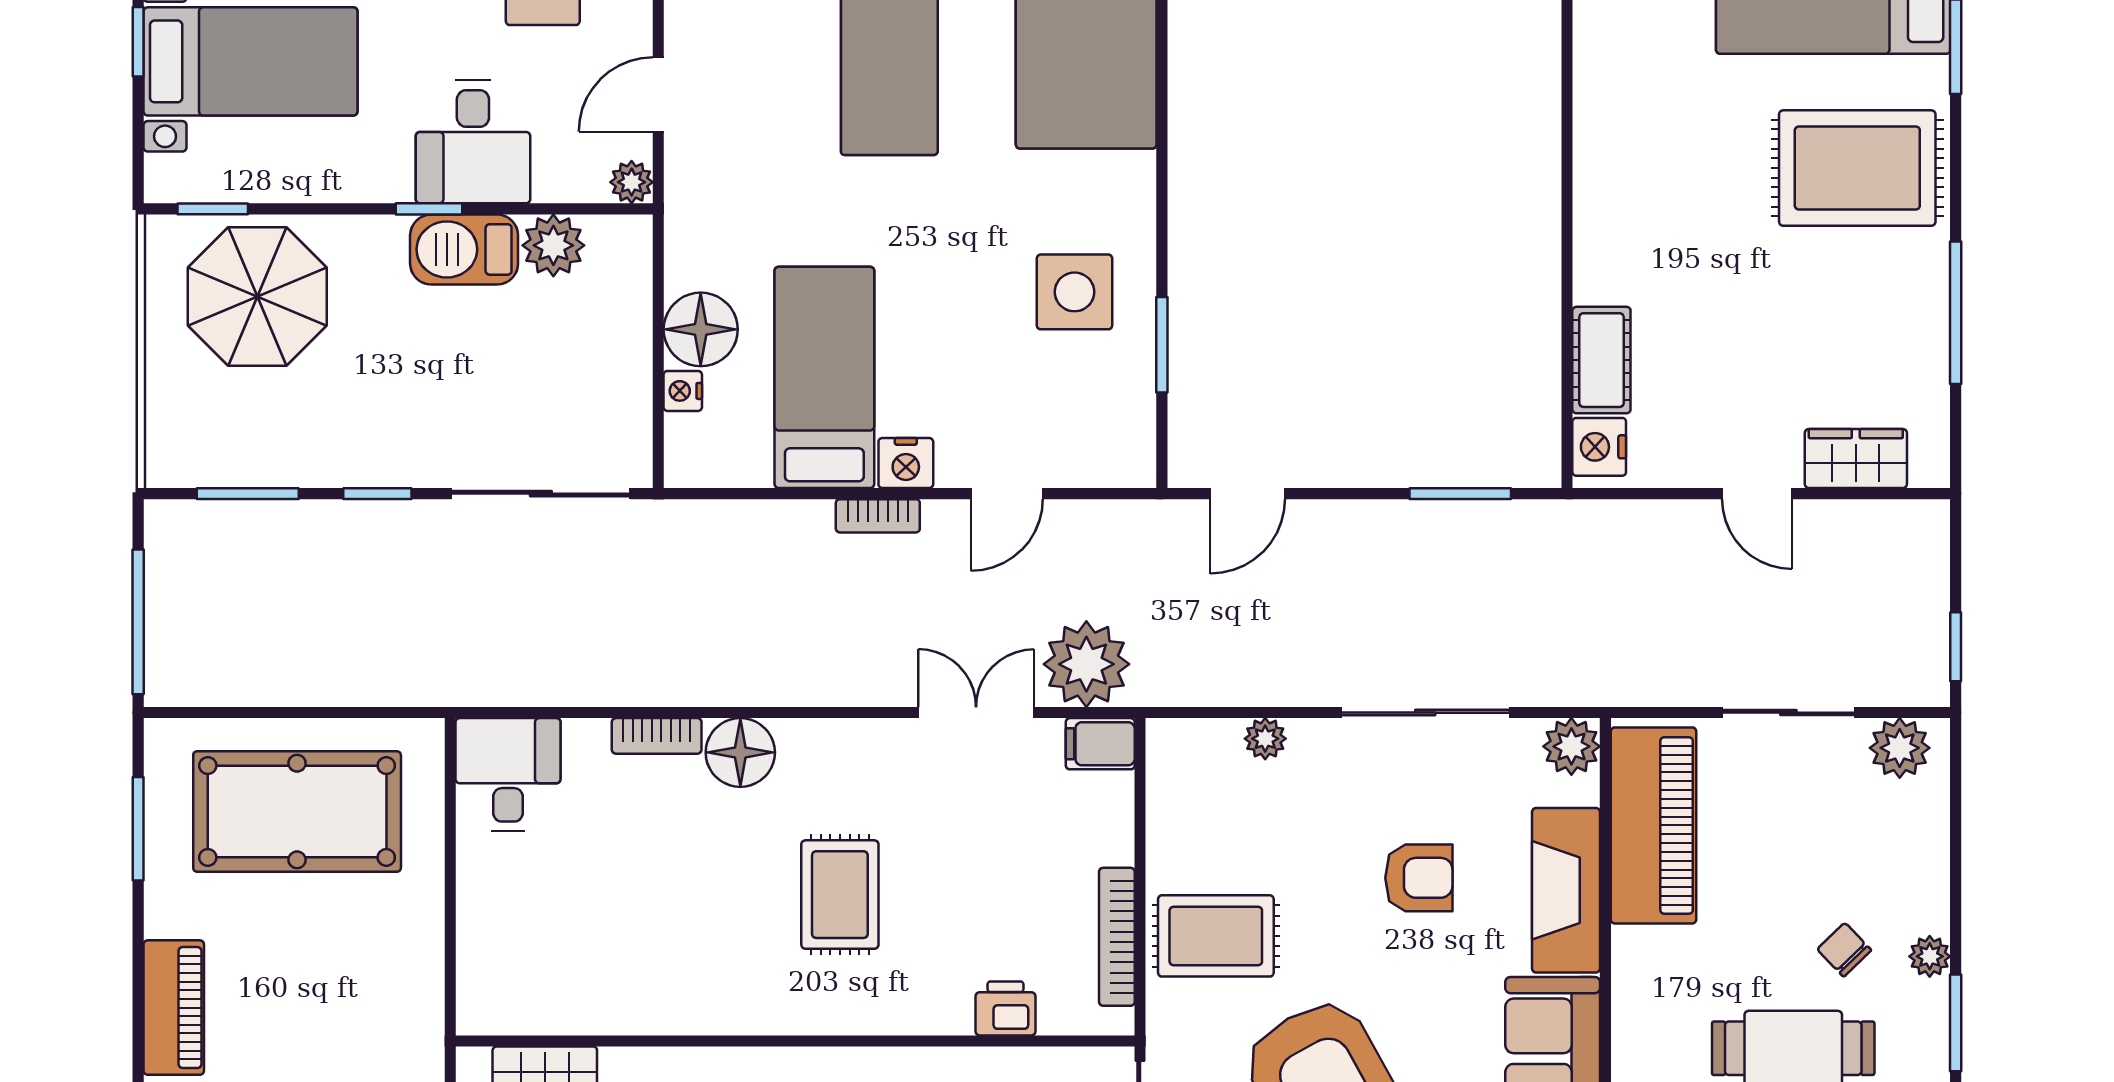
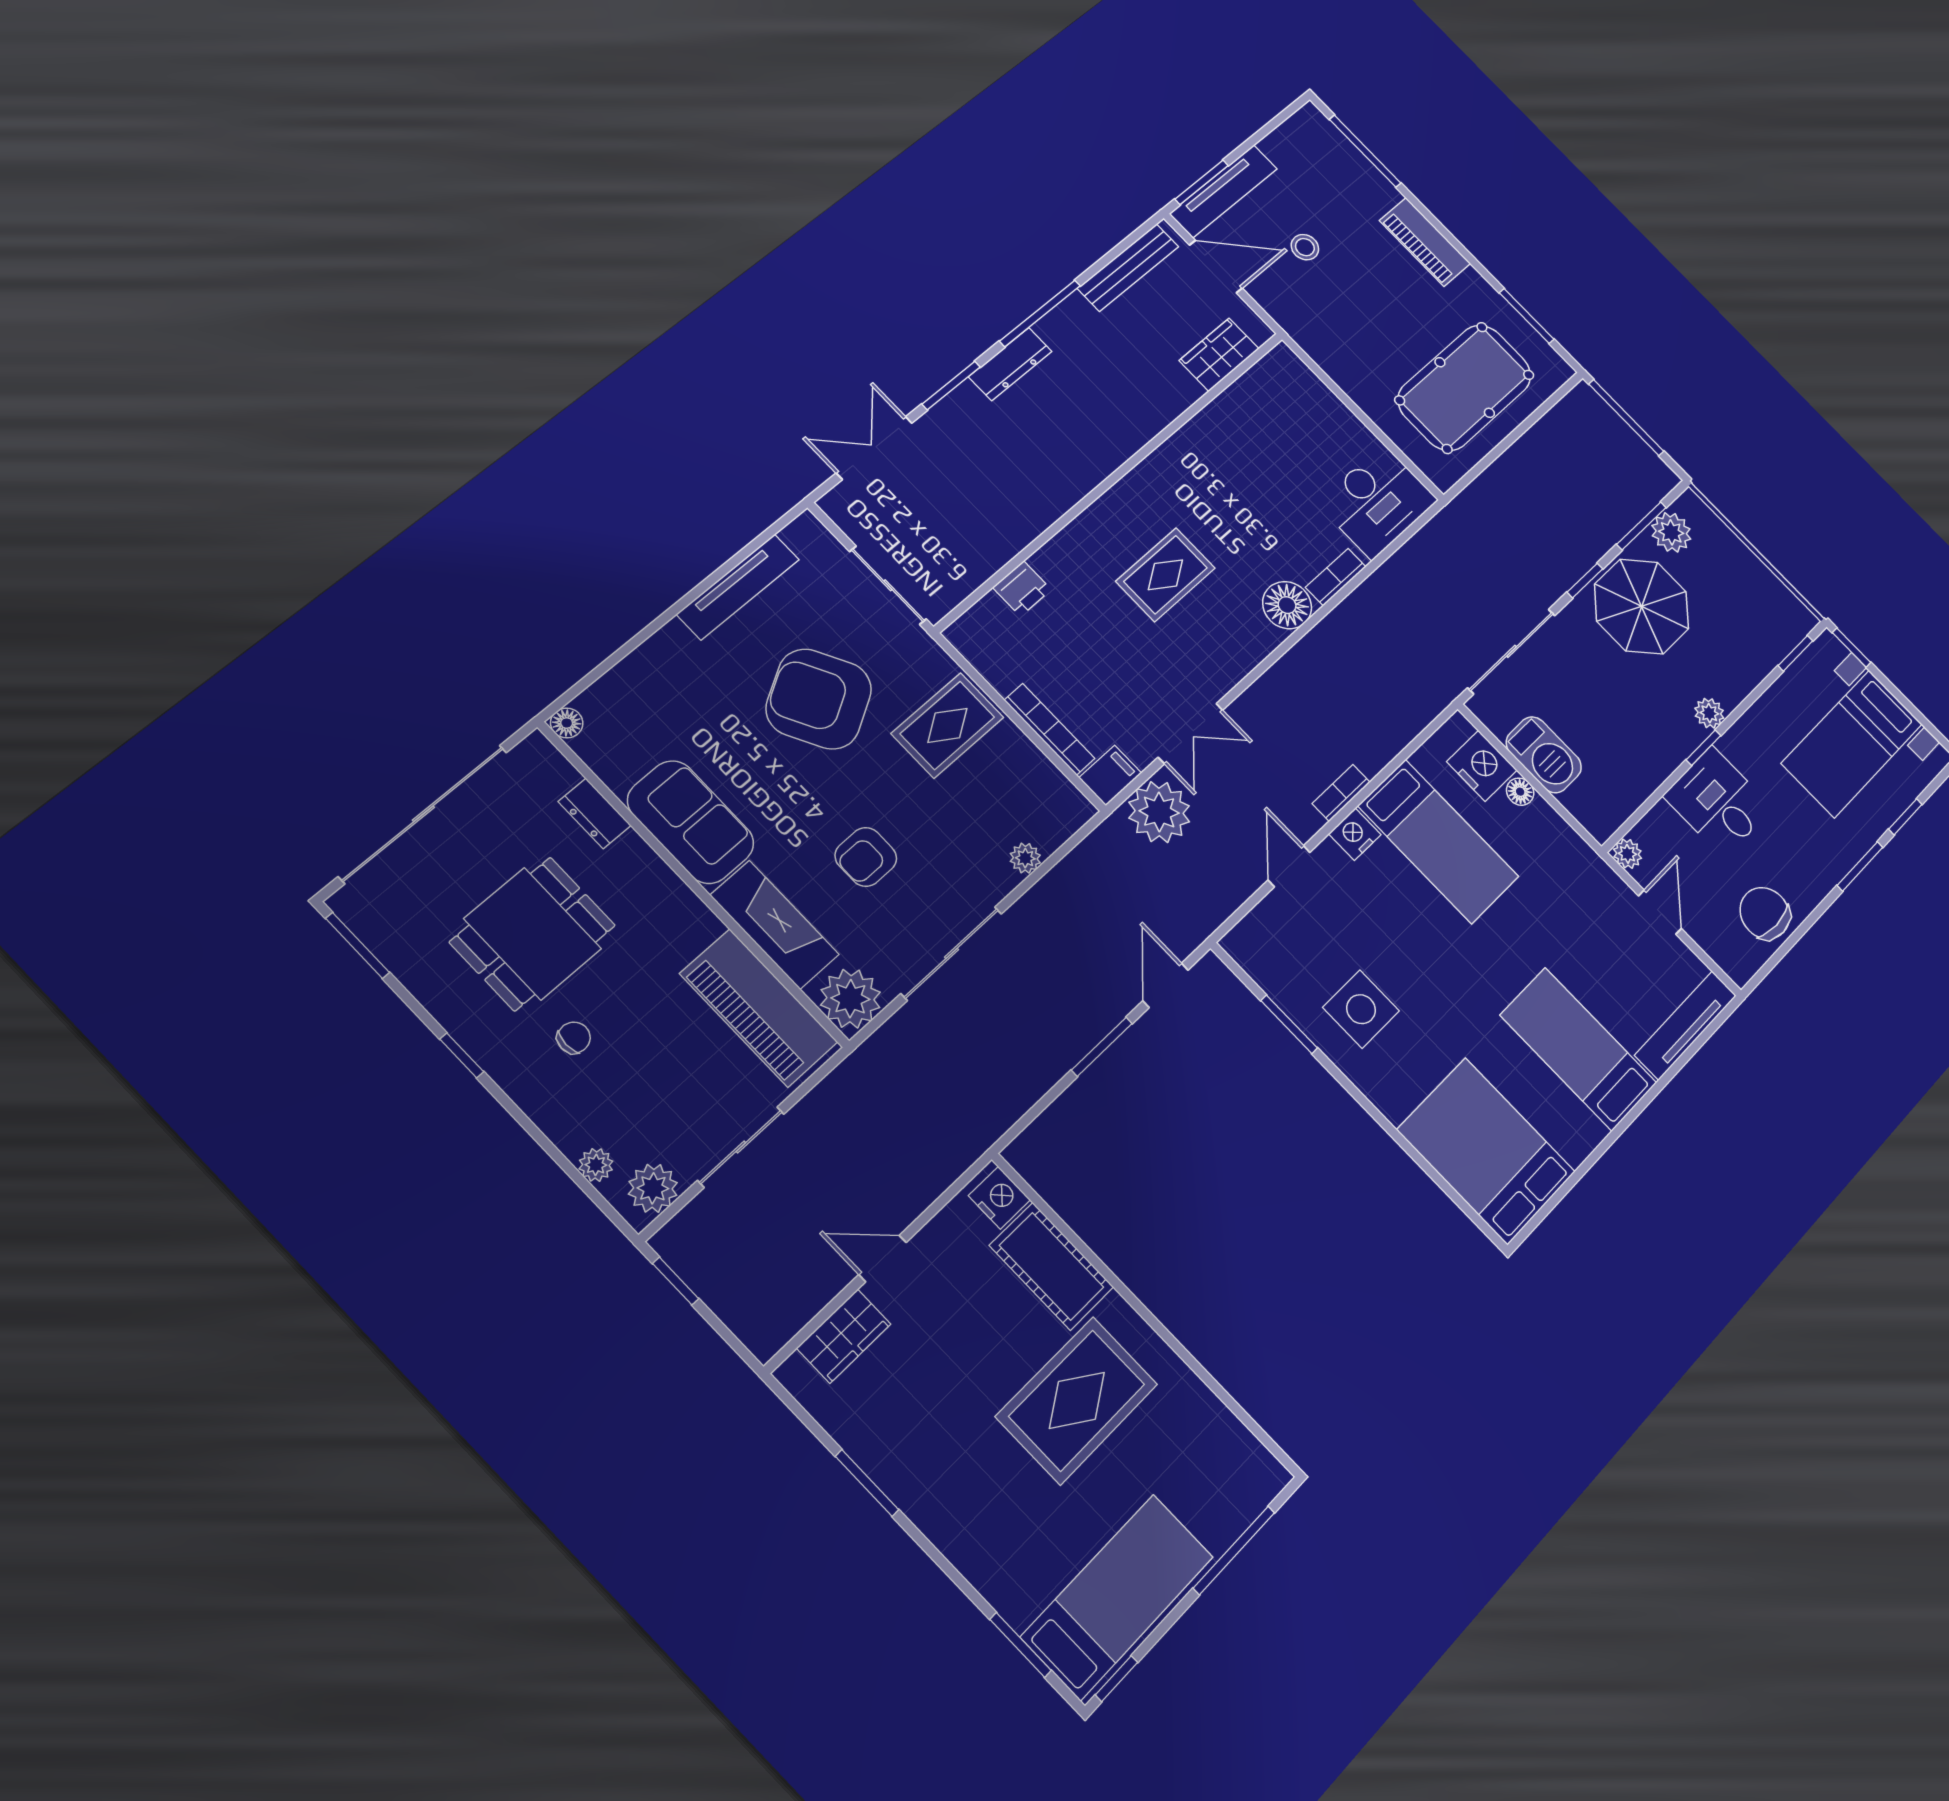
window: (138, 42) -> (1852, 648), moved
rug: (1857, 168) -> (1077, 1400), moved
plant: (553, 245) -> (1709, 713), moved, width x0.73, depth x0.73
barbecue: (464, 249) -> (1544, 755), moved, turned 90
parasol: (257, 297) -> (1642, 606), moved
window: (1956, 313) -> (867, 1483), width x0.69
floor lamp: (701, 329) -> (1520, 792), width x0.53, depth x0.53
cot: (1601, 360) -> (1051, 1266), width x1.37, depth x1.34
nightstand: (683, 391) -> (1482, 766), width x1.89, depth x1.79
plant: (220, 457) -> (1671, 532), added
window: (1460, 494) -> (1102, 1047), moved
plant: (1571, 746) -> (850, 999), width x1.36, depth x1.36
desk: (508, 774) -> (1377, 502), width x1.37
rug: (840, 895) -> (1166, 575), turned 90
bookcase: (1117, 937) -> (1049, 729), moved
chair: (1844, 950) -> (574, 1038), turned -46
plant: (1930, 956) -> (596, 1165), moved
window: (1956, 1023) -> (462, 1055), width x0.67

